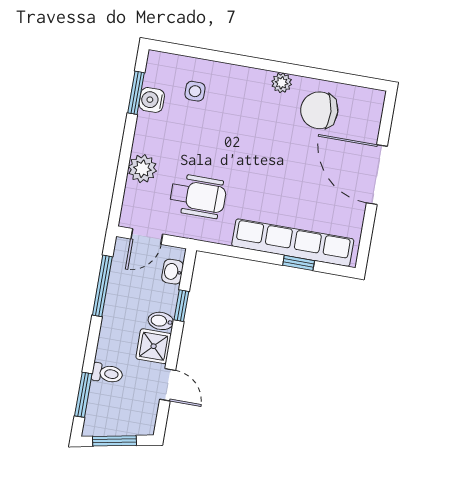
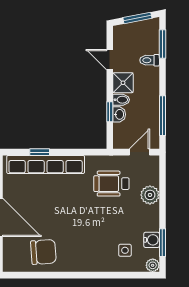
plant: (282, 83) -> (153, 265), moved
washbasin: (172, 272) -> (119, 114), moved

